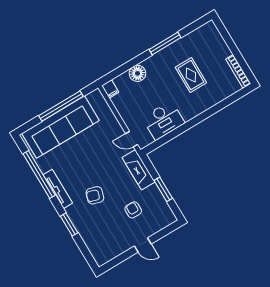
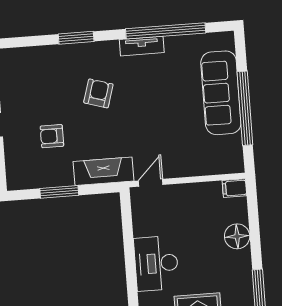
desk: (163, 120) -> (156, 263), moved
sofa: (61, 127) -> (221, 93), width x0.74, depth x0.79
tv unit: (58, 189) -> (142, 46), width x0.71
armchair: (133, 210) -> (52, 136), turned 180

